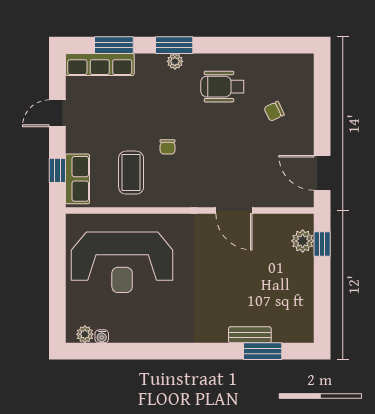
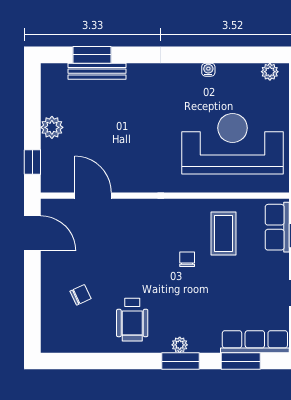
wheelchair: (222, 87) -> (132, 320), turned 90
door: (234, 210) -> (93, 196), moved
plant: (303, 241) -> (52, 127), moved
bench: (250, 335) -> (97, 71), width x1.36
water cooler: (102, 336) -> (208, 70), moved

